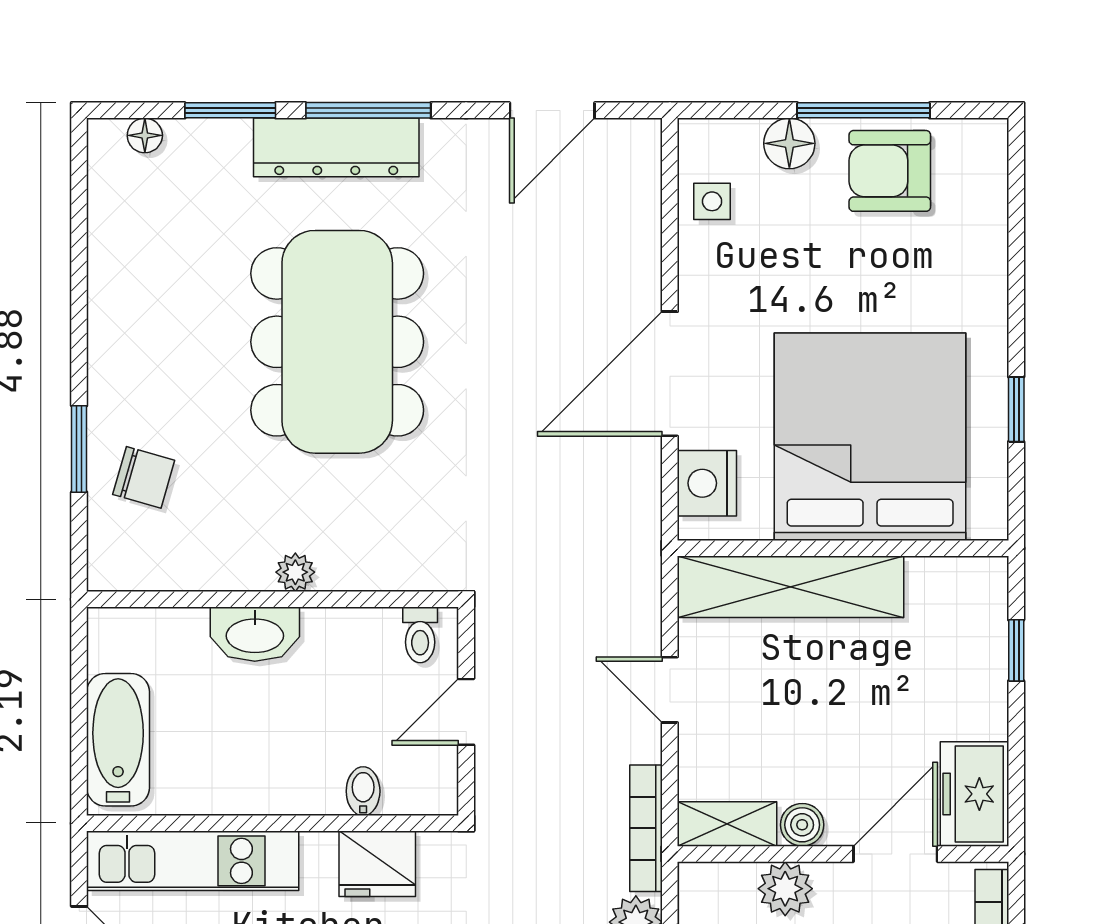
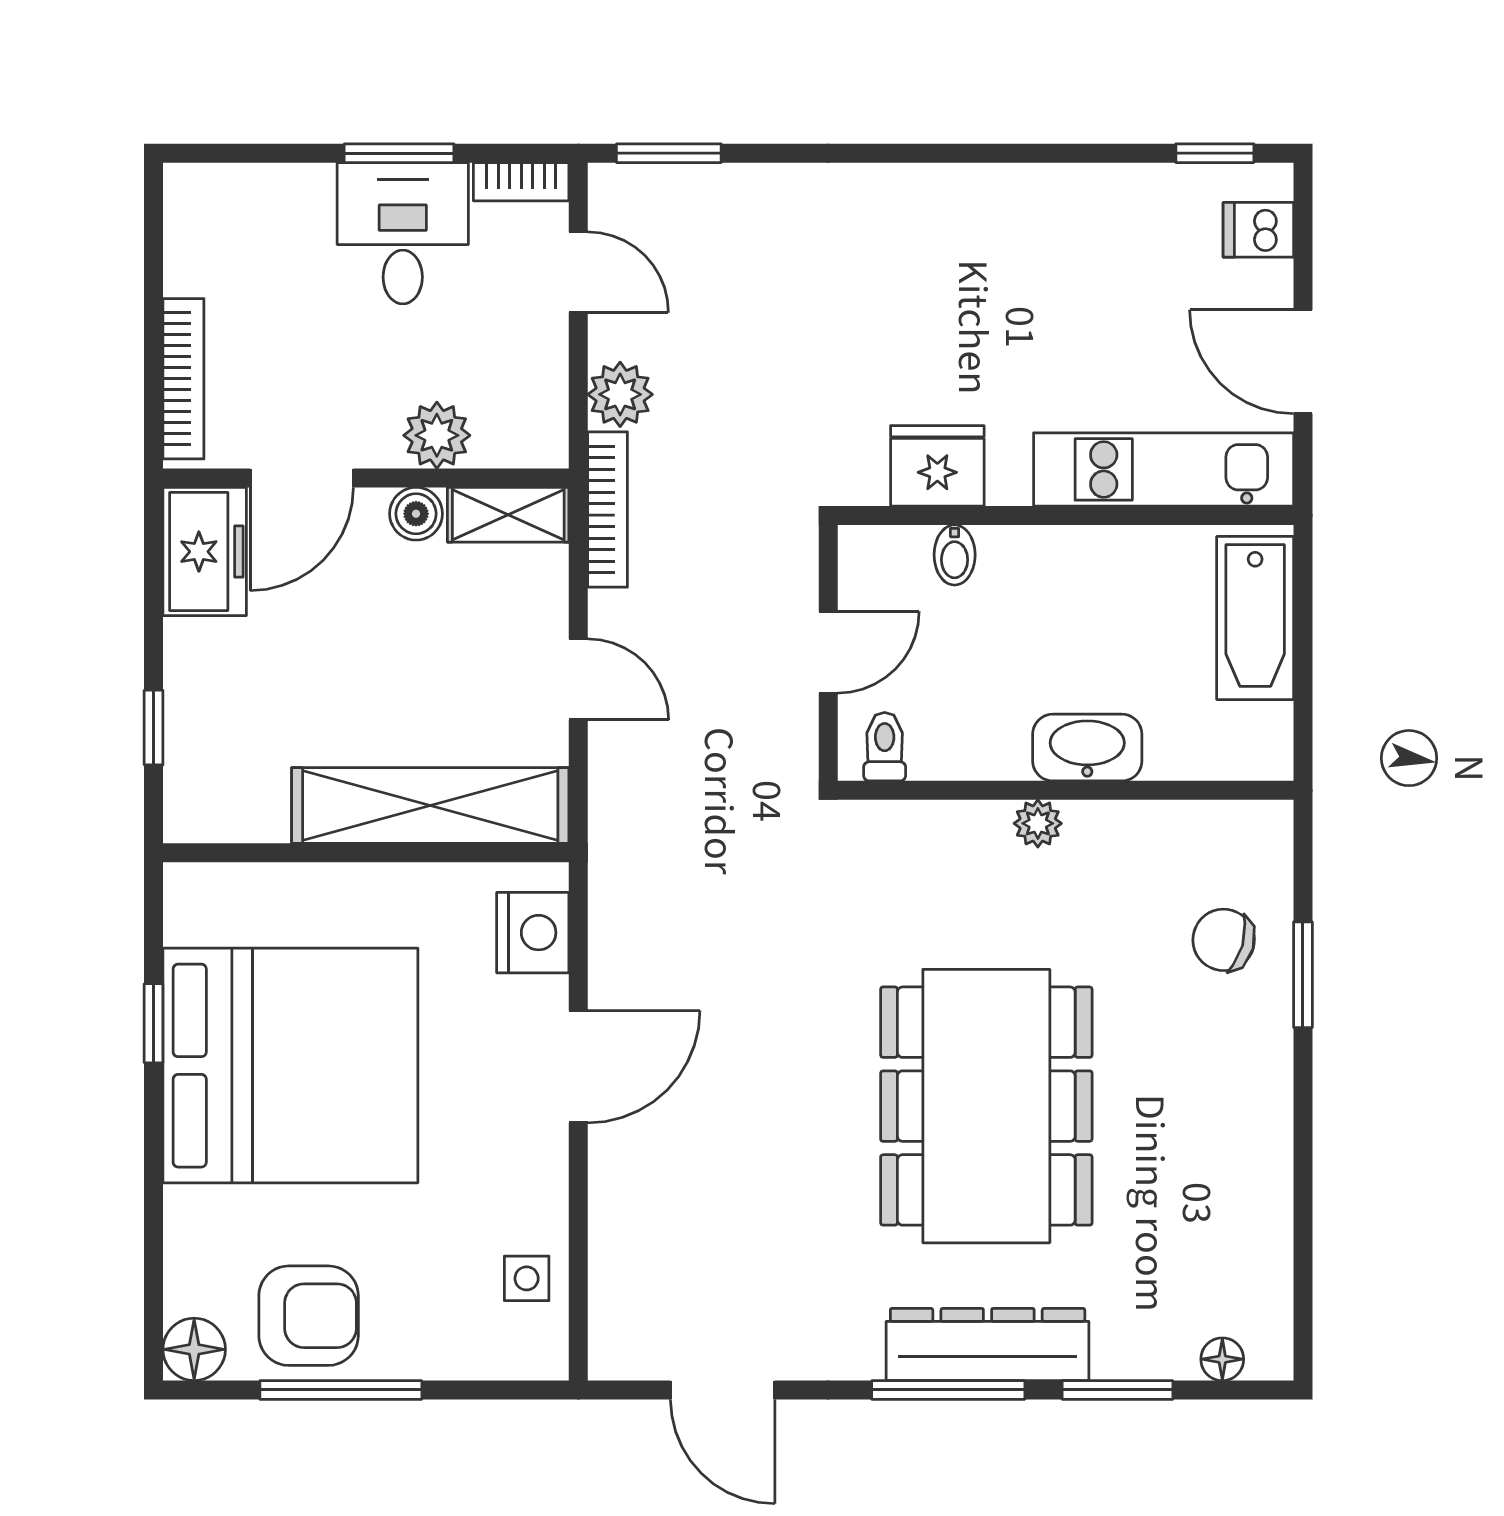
door: (552, 110) -> (723, 1390), swing flipped
floor lamp: (789, 143) -> (194, 1349), moved
door: (670, 374) -> (578, 1067), width x0.73
bed: (870, 437) -> (290, 1066), moved, turned -90

